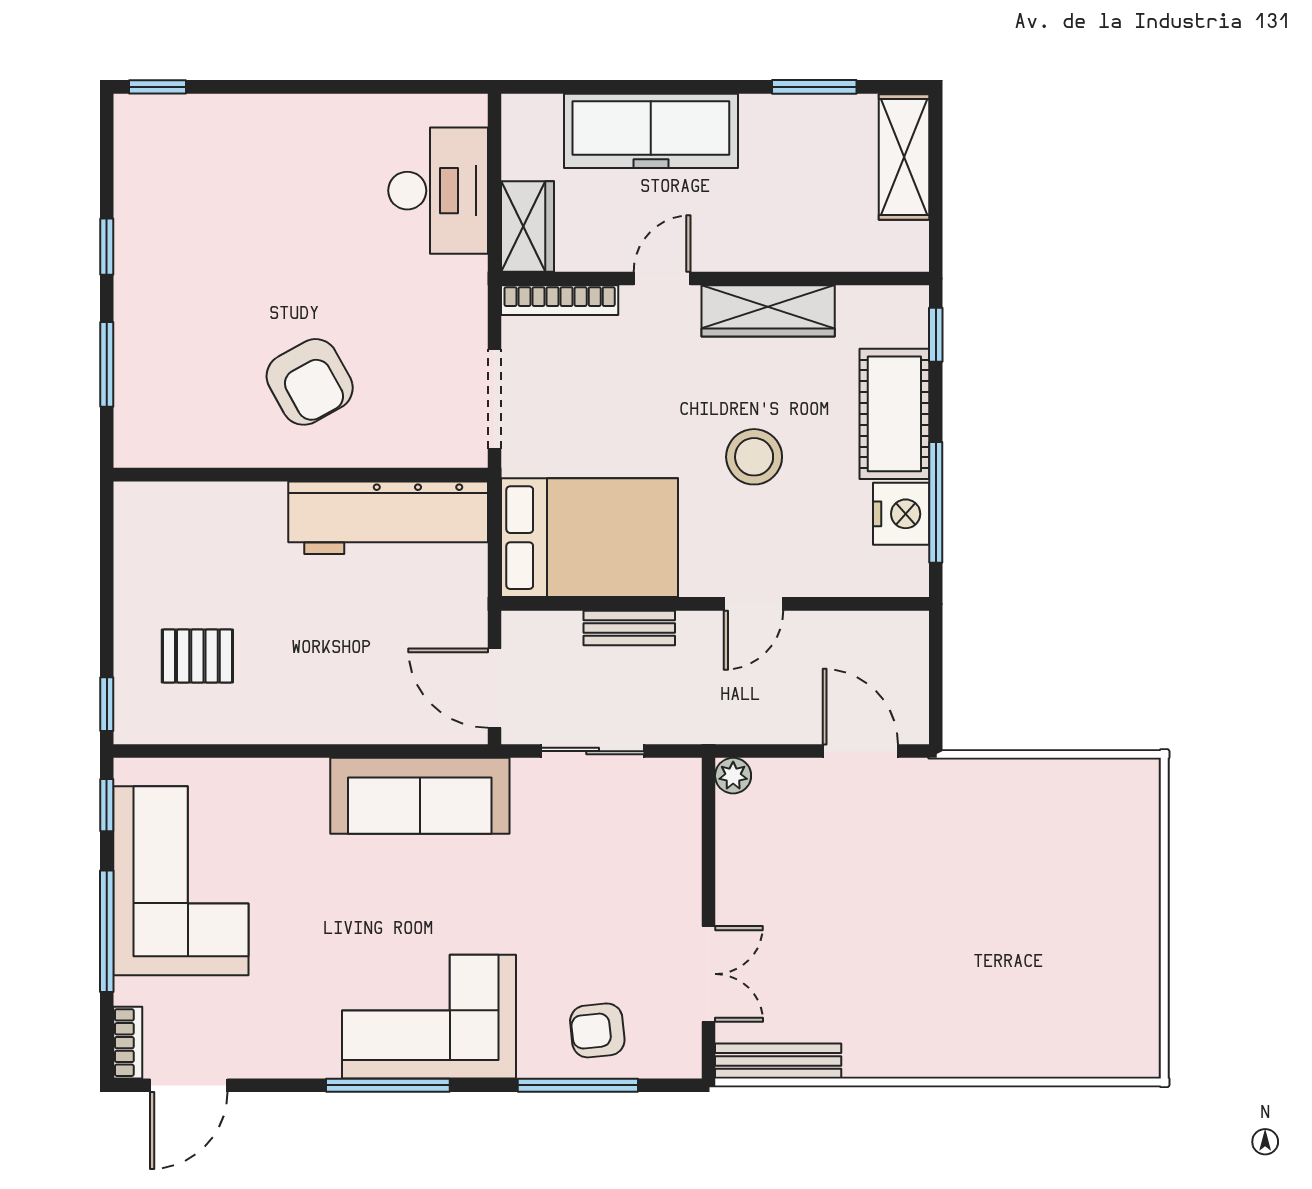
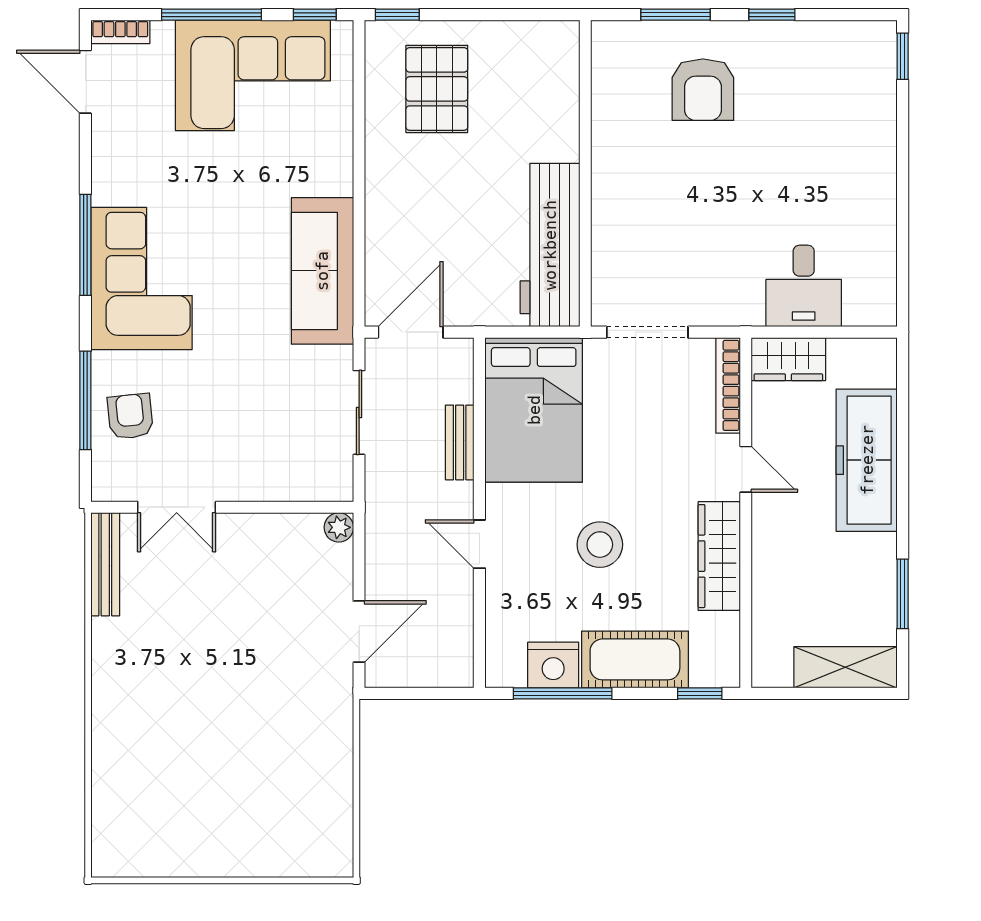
desk: (438, 191) -> (804, 286), width x0.73
armchair: (310, 382) -> (703, 90), moved, turned -61
pallet: (197, 656) -> (437, 89), width x1.50, depth x1.42

